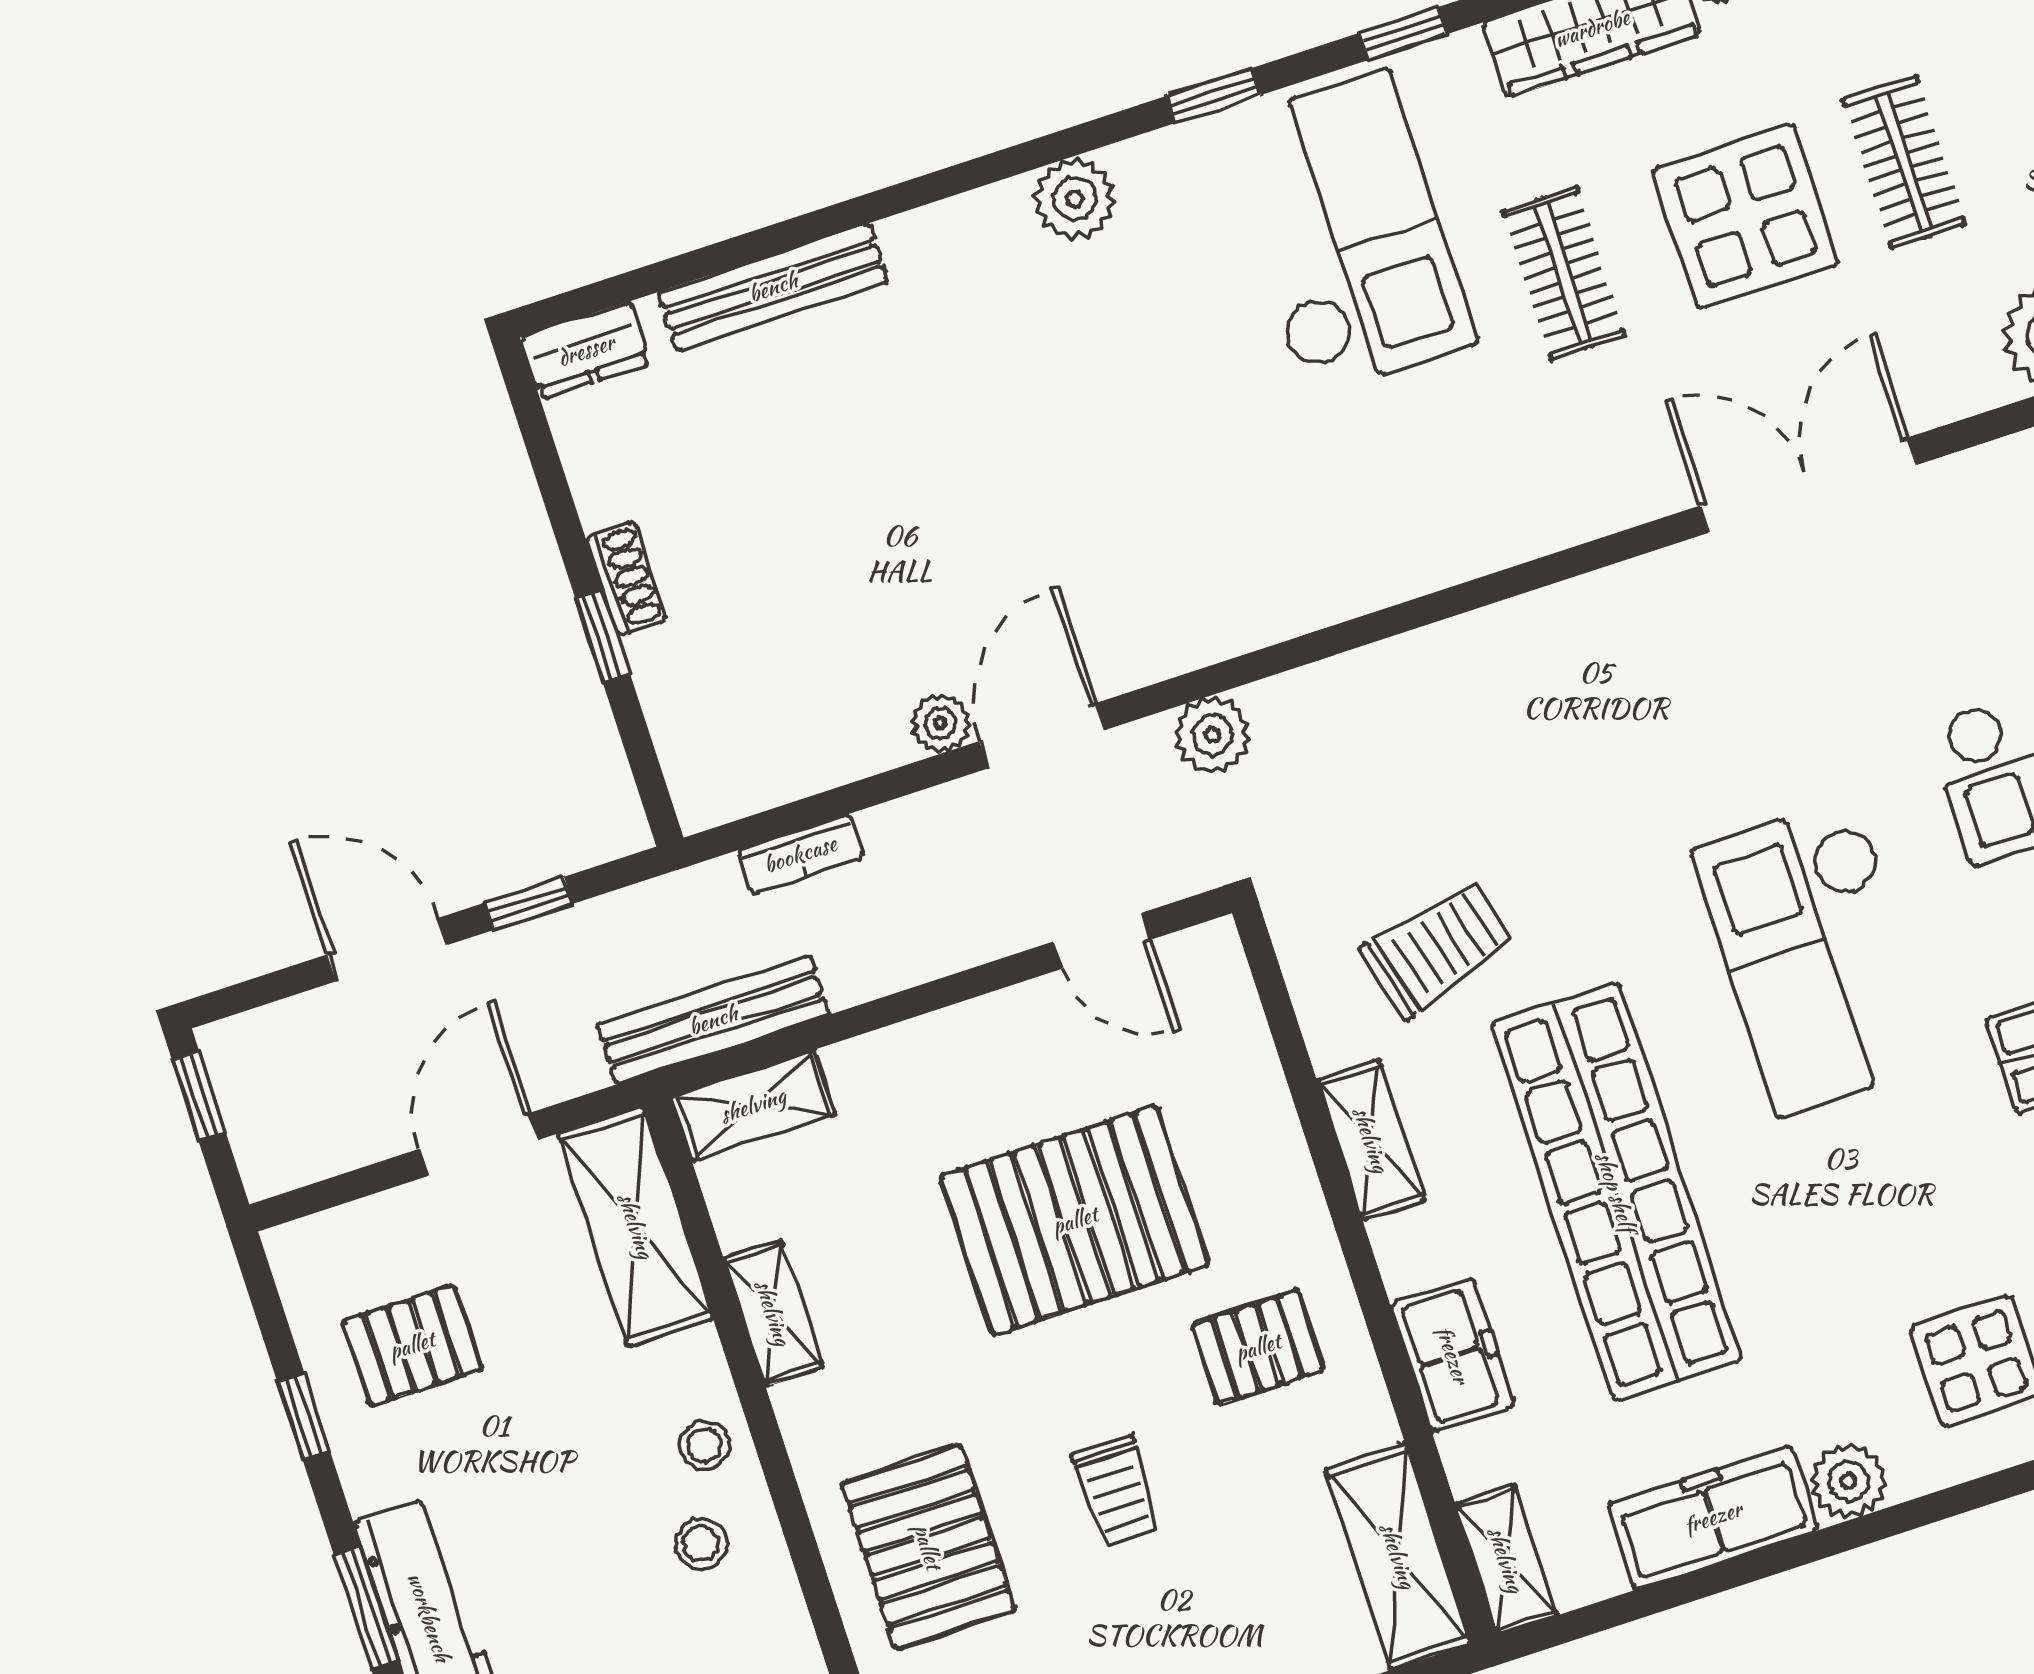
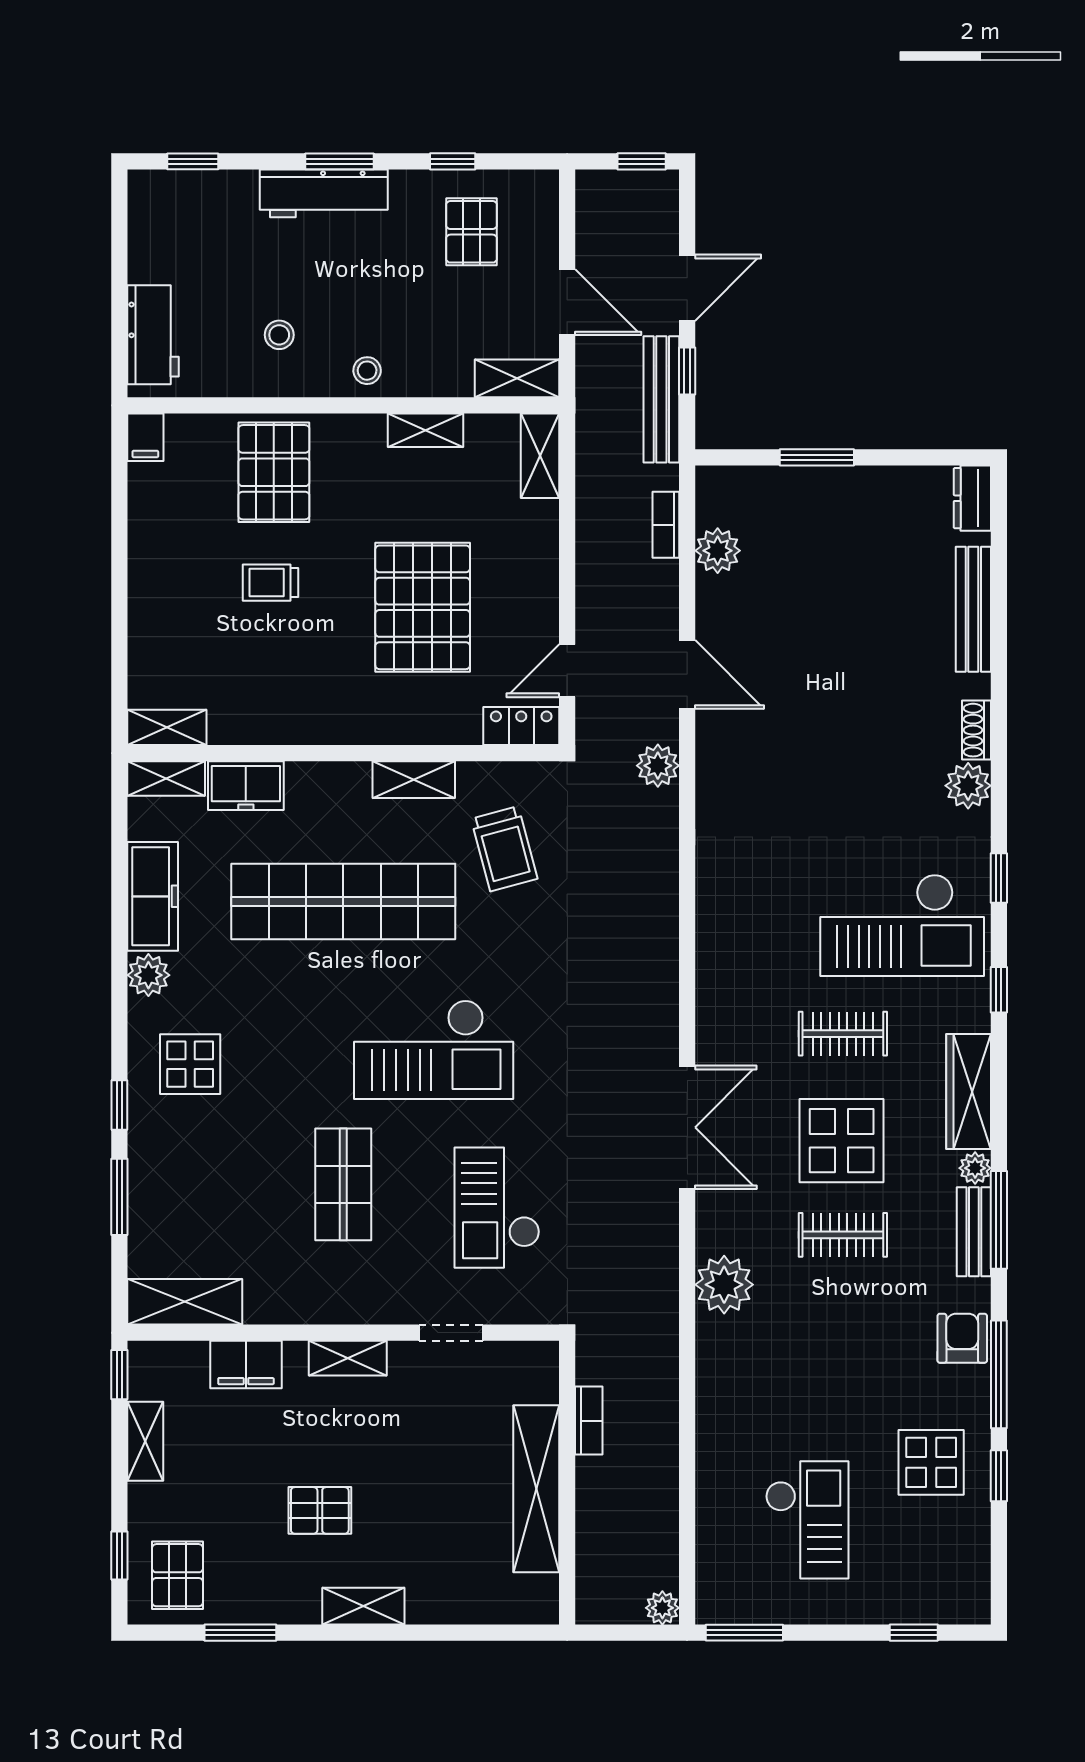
shoe rack: (626, 579) -> (976, 730), moved, turned 90
window: (603, 636) -> (817, 457), width x1.50
plant: (941, 723) -> (718, 551), moved, width x1.38, depth x1.38
checkout: (1817, 957) -> (434, 1049), turned 180
locker: (1221, 988) -> (521, 726), added
bench: (713, 1020) -> (661, 399), moved
shelving: (636, 1226) -> (517, 378), width x0.67, depth x0.75
pallet: (1258, 1347) -> (323, 683), removed
freezer: (1453, 1355) -> (246, 786), moved
stool: (701, 1544) -> (279, 335), moved
pallet: (928, 1547) -> (274, 472), turned 90
shelving: (1398, 1556) -> (167, 727), width x0.67, depth x0.75

